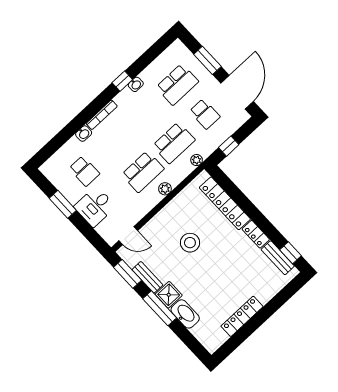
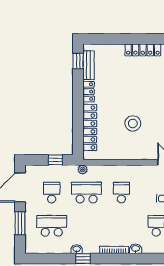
school desk: (143, 172) -> (121, 193), width x0.54
plant: (165, 189) -> (118, 170), removed

